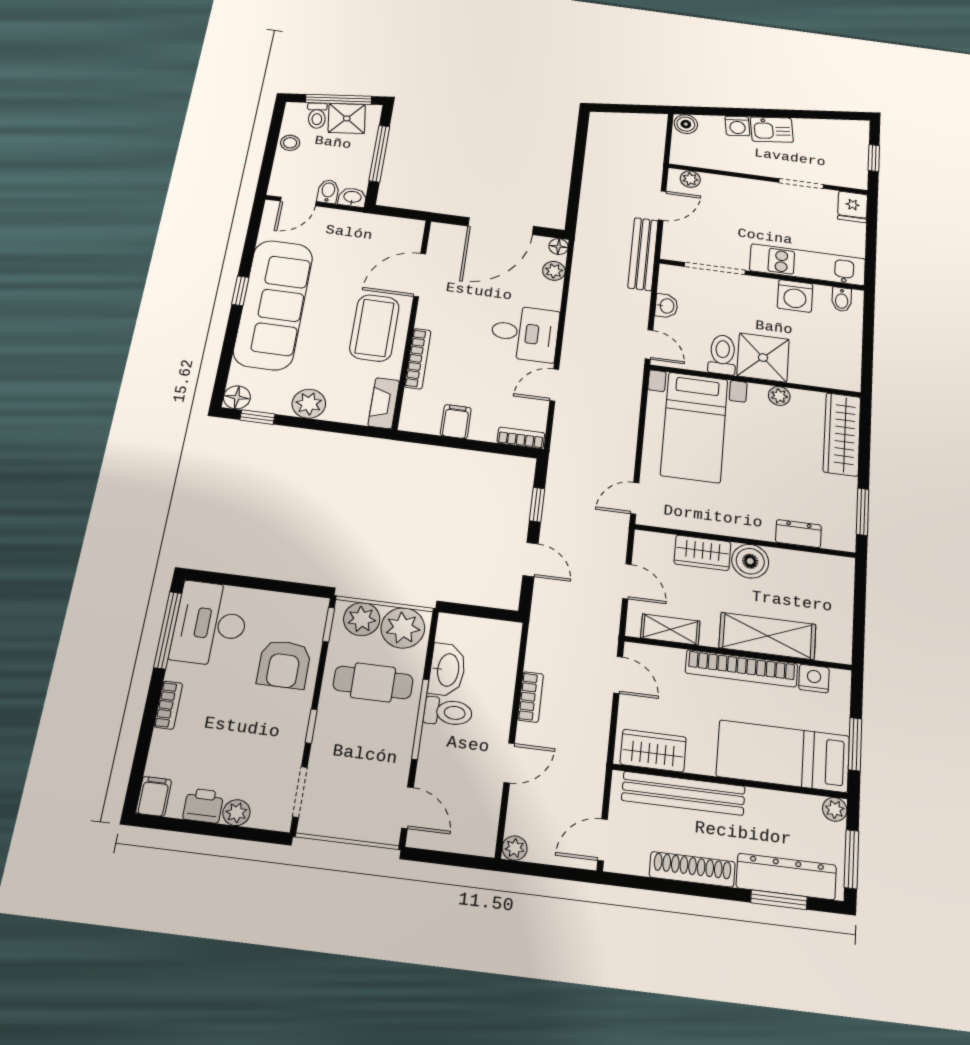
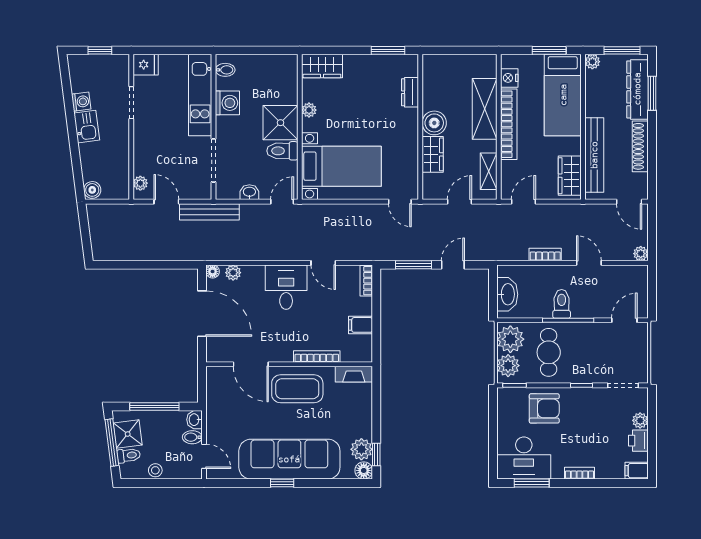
washing machine: (737, 126) -> (81, 102), moved
plant: (309, 404) -> (361, 449), moved
wardrobe: (842, 434) -> (322, 66), width x0.67
window: (537, 505) -> (414, 265), width x1.50
window: (168, 630) -> (532, 483), width x0.69
washbasin: (447, 670) -> (507, 294), moved, turned 90

